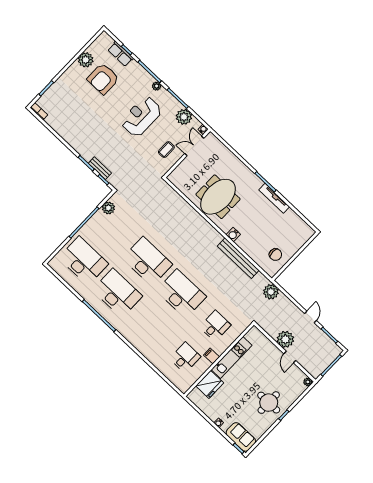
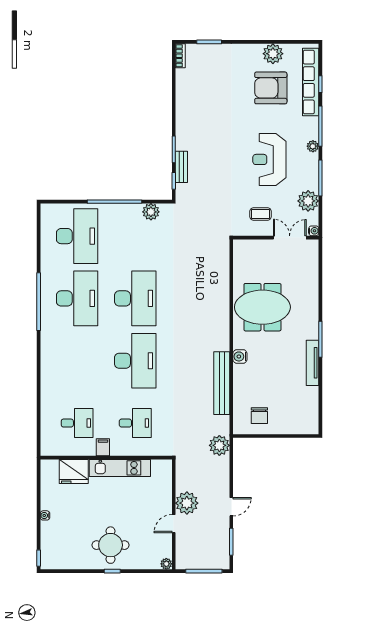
row of seats: (121, 54) -> (311, 82), width x2.02
reception desk: (141, 116) -> (269, 159), turned -90
sofa: (241, 437) -> (52, 550), removed

